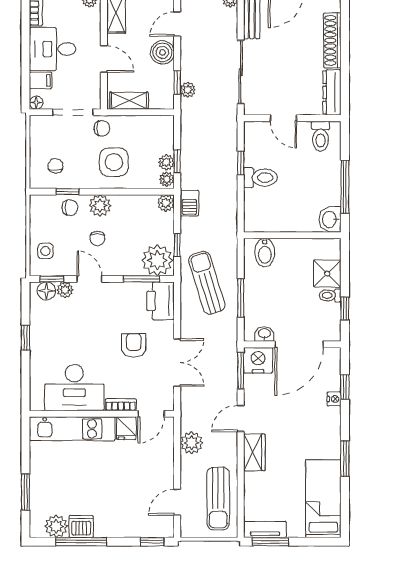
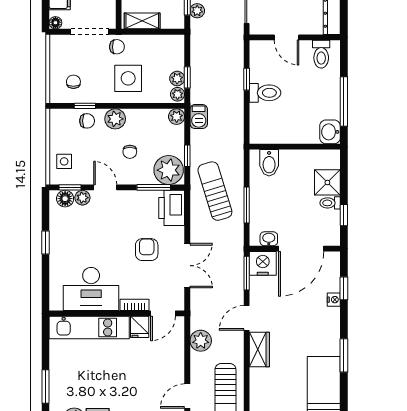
chair: (97, 238) -> (130, 152), moved

